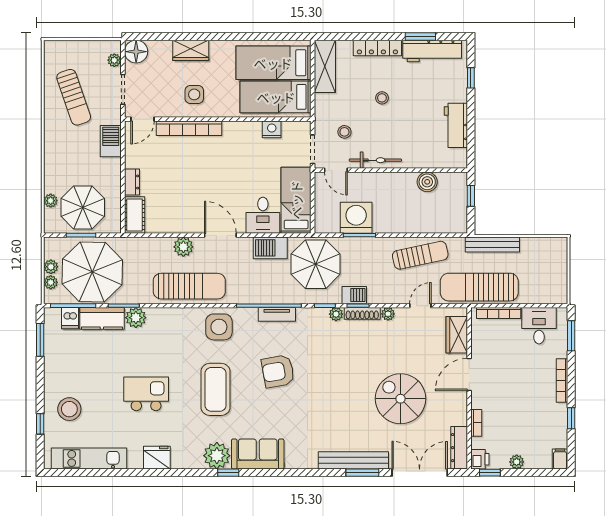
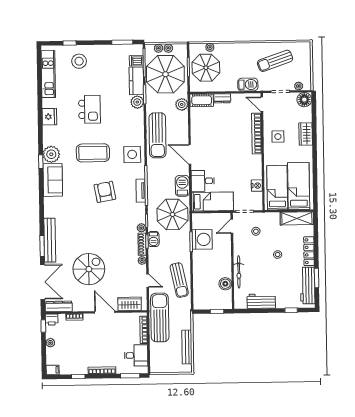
bicycle: (375, 160) -> (239, 272), moved
door: (220, 235) -> (190, 154), swing flipped
bench: (492, 245) -> (187, 347), moved
plant: (183, 247) -> (182, 104), moved

